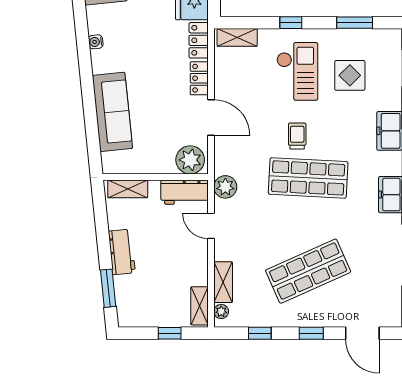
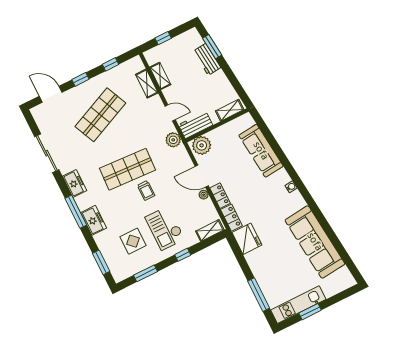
workbench: (122, 252) -> (207, 59), moved
shelving: (199, 306) -> (160, 76), moved
plant: (221, 311) -> (204, 195), moved

